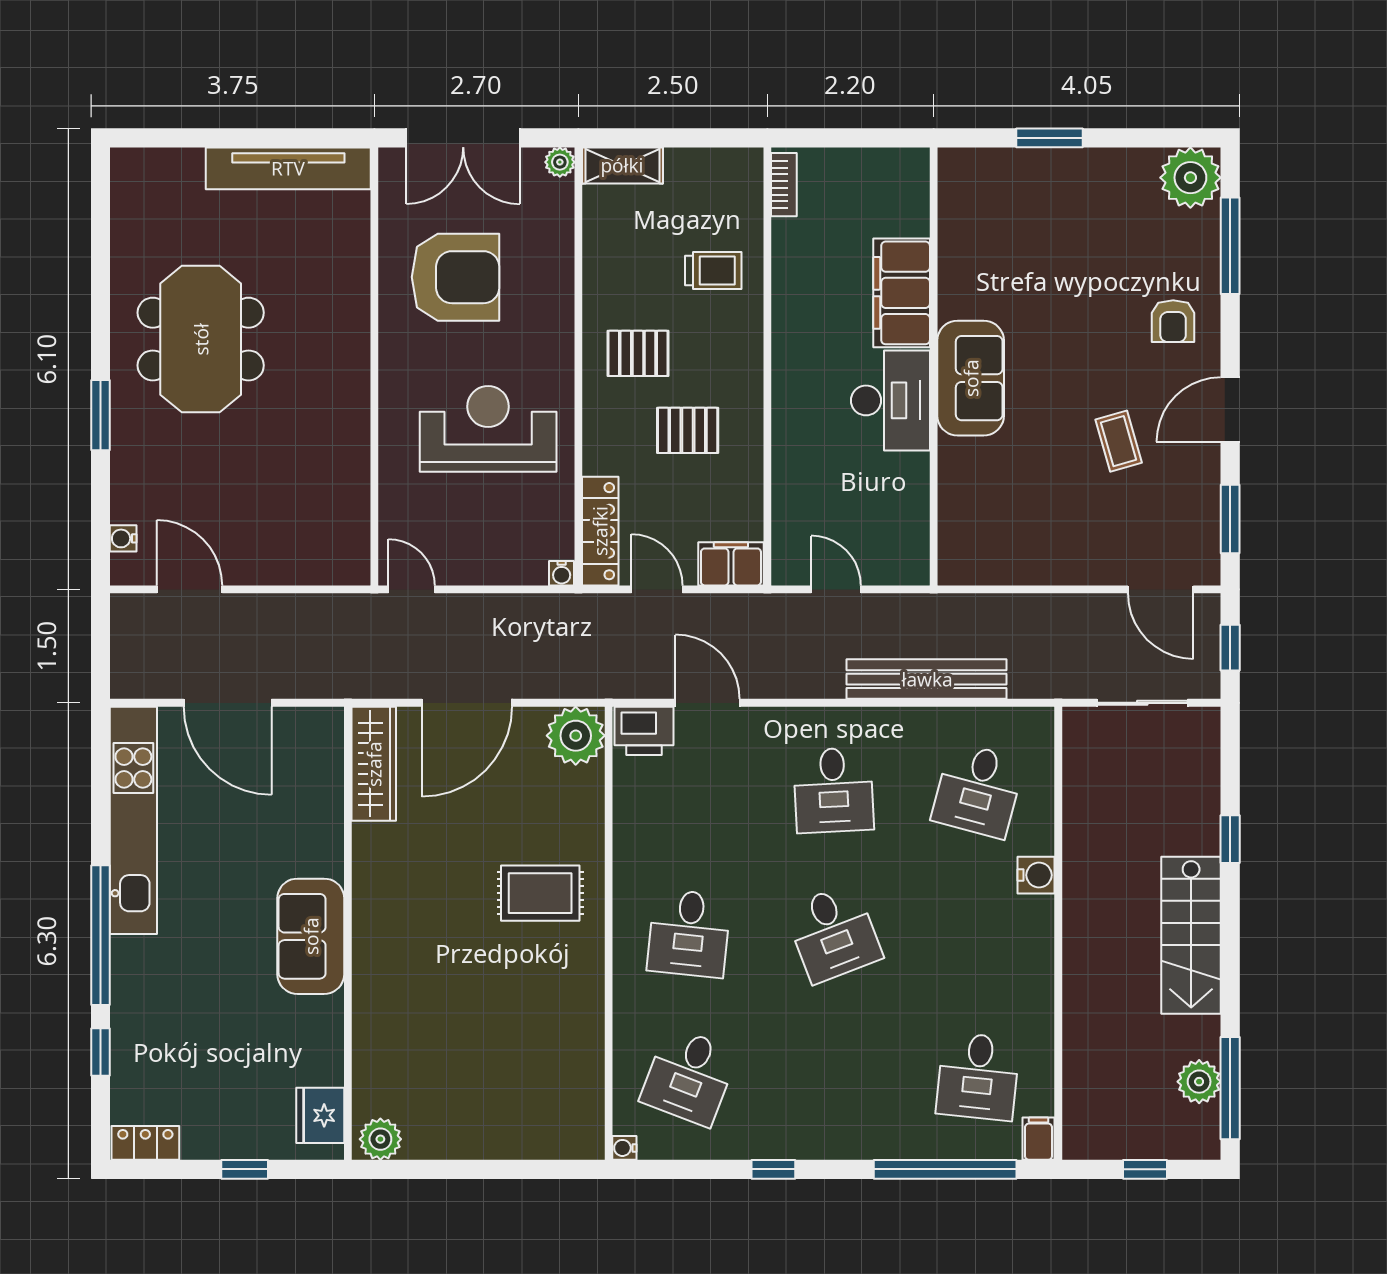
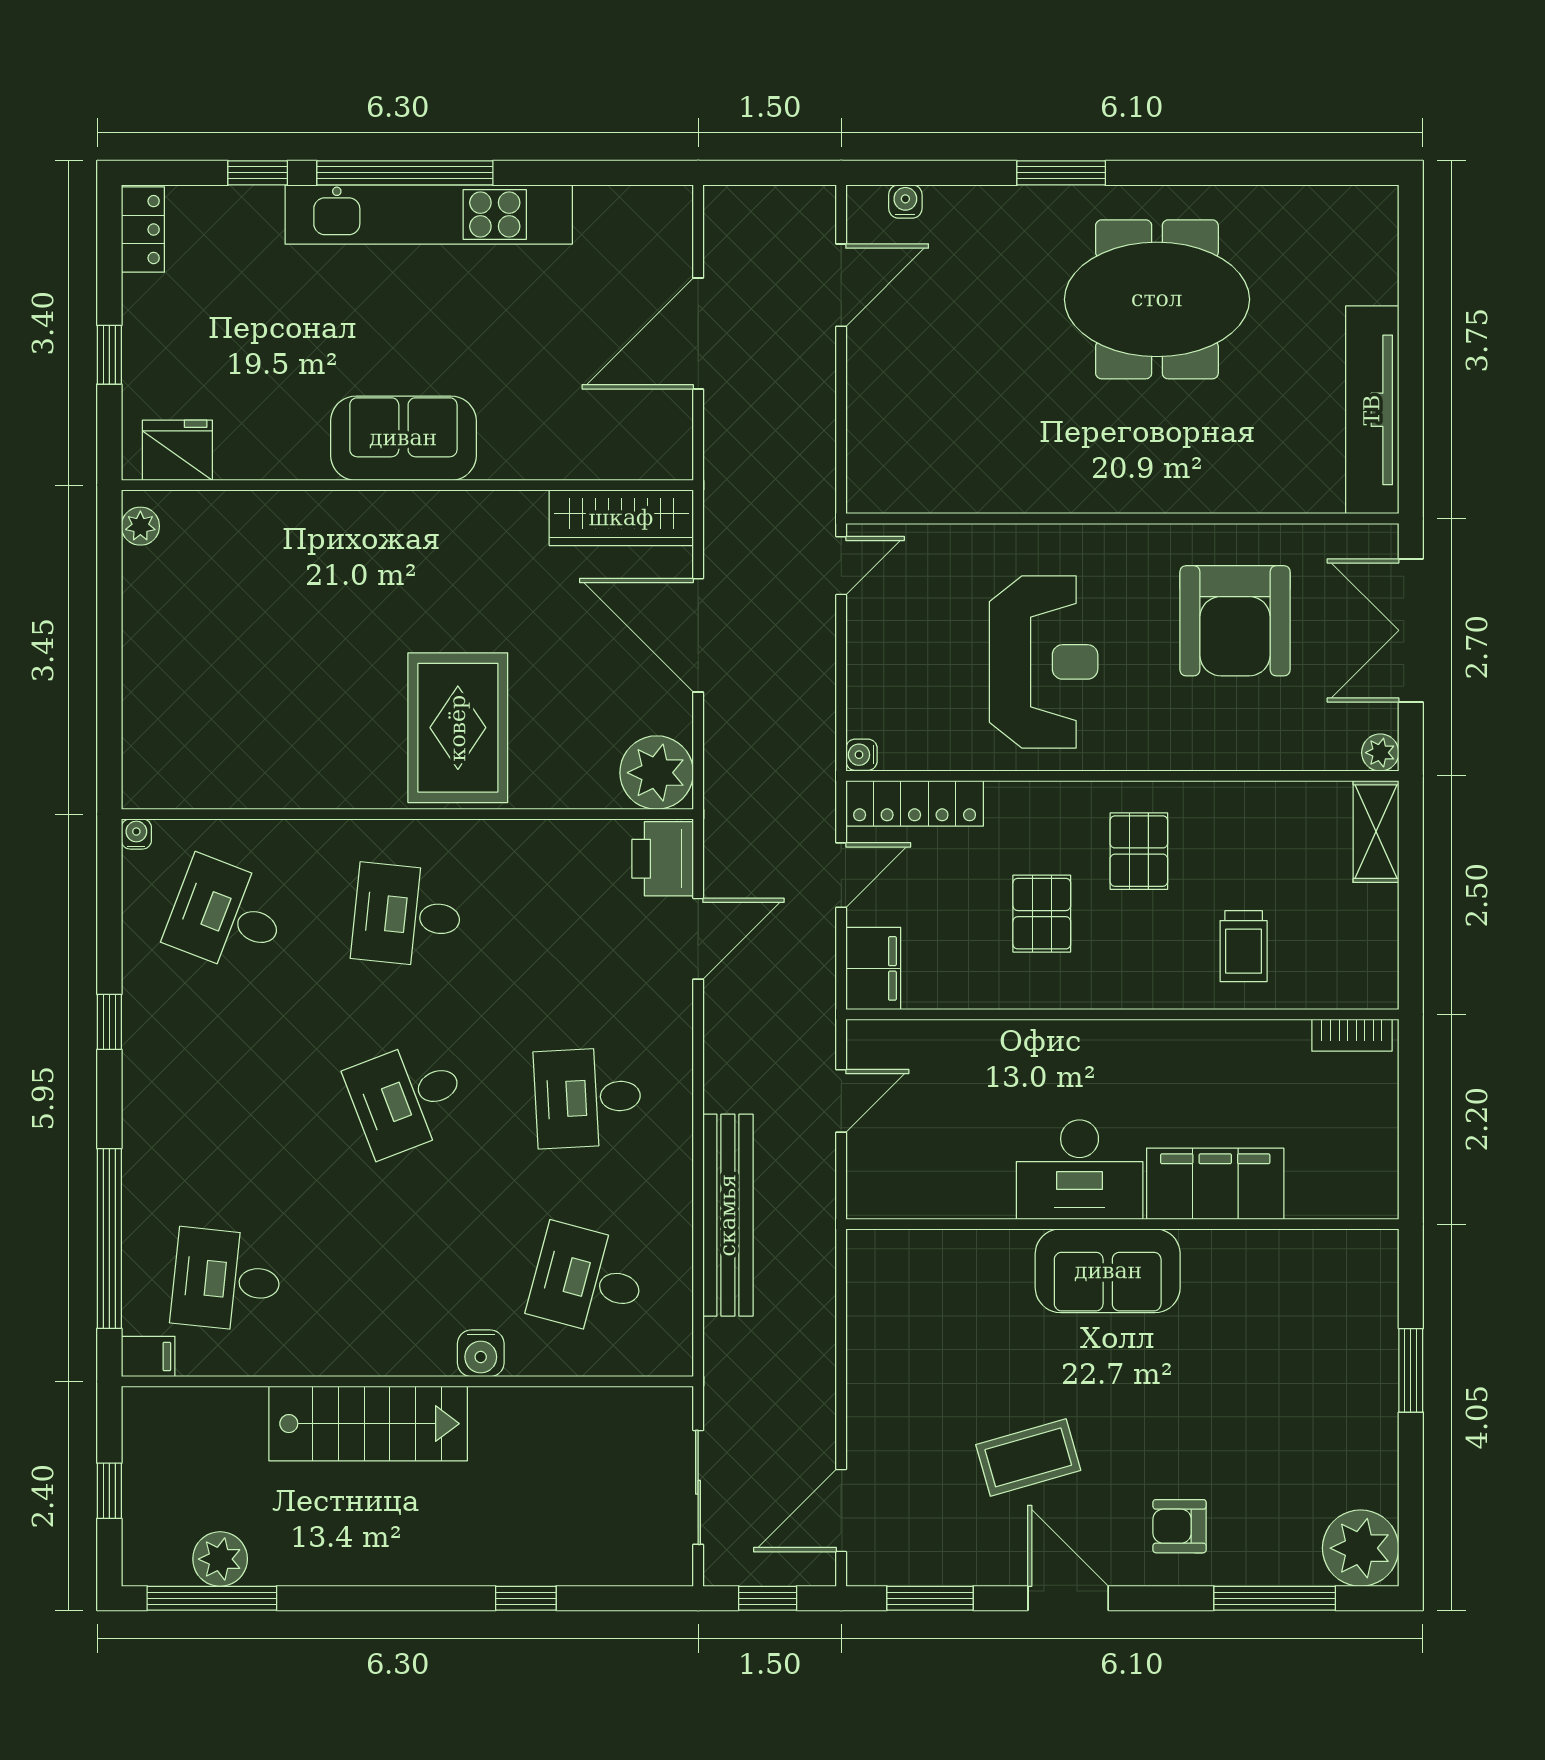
coffee table: (1119, 441) -> (1028, 1457), width x1.36, depth x1.30
kitchen unit: (133, 820) -> (429, 214), moved
rug: (540, 893) -> (458, 728), width x1.36, depth x1.43
stairs: (1191, 935) -> (368, 1424), moved, turned 180
plant: (380, 1139) -> (140, 526), width x0.73, depth x0.73

